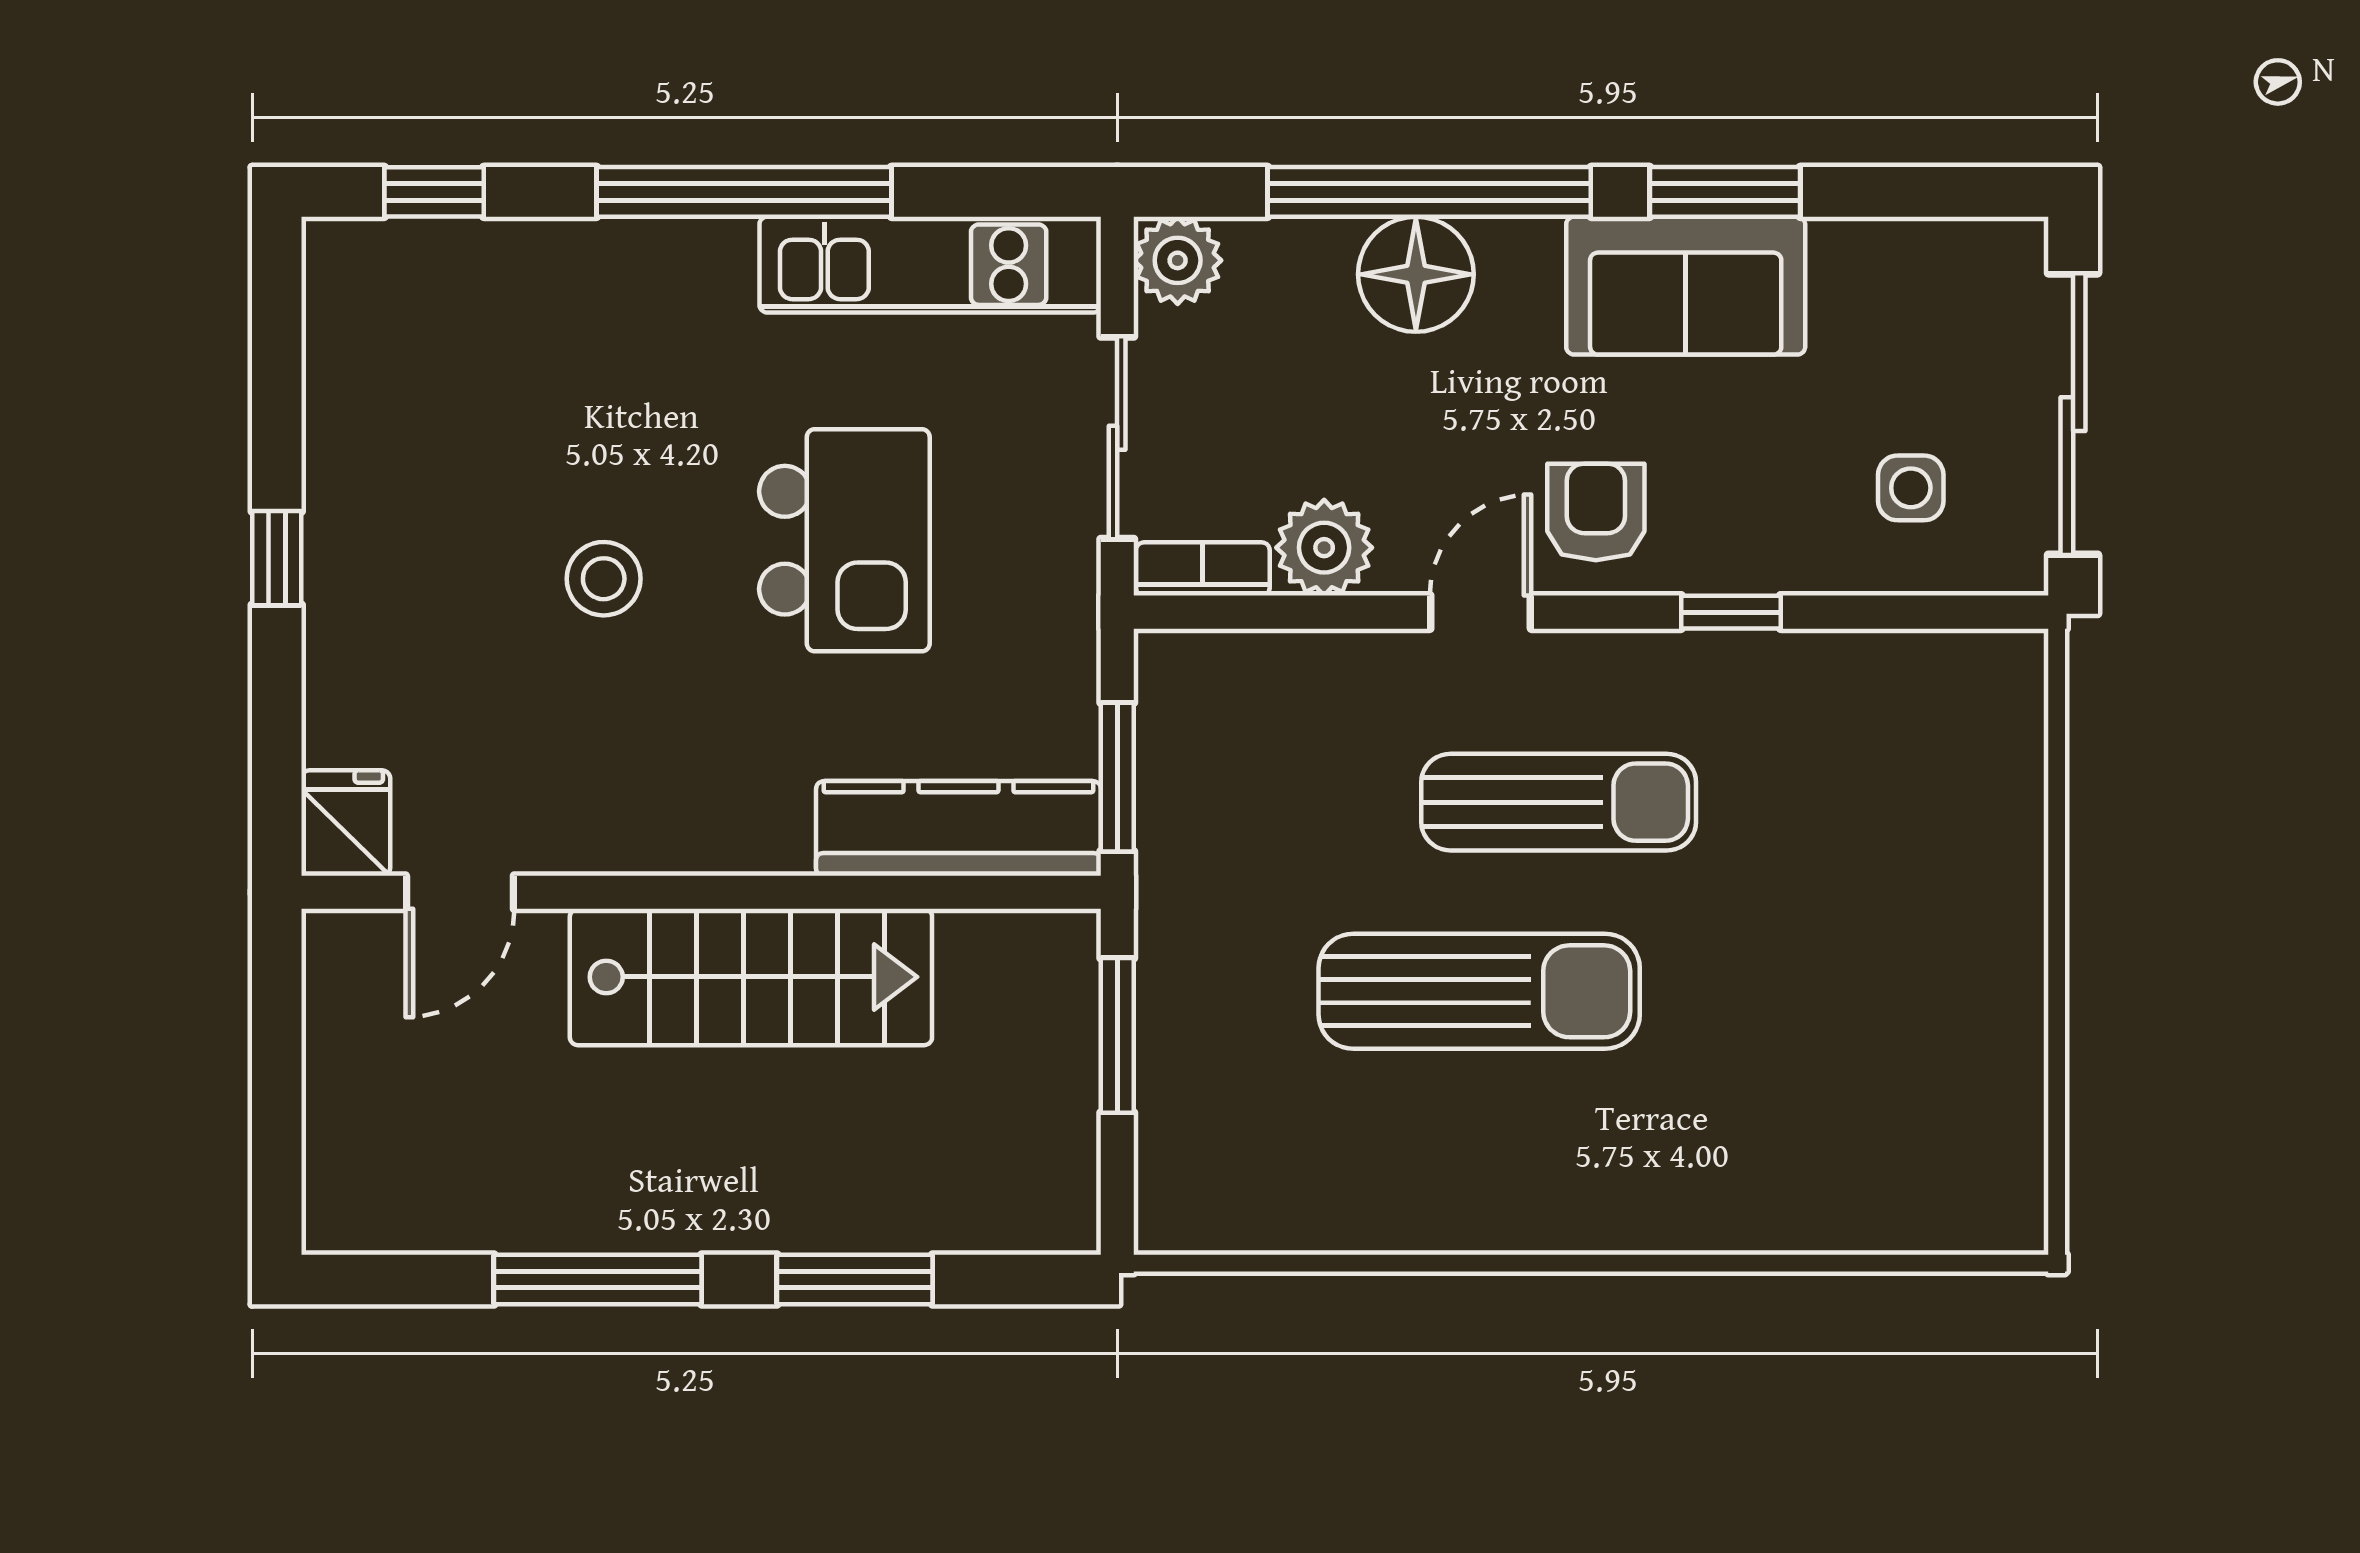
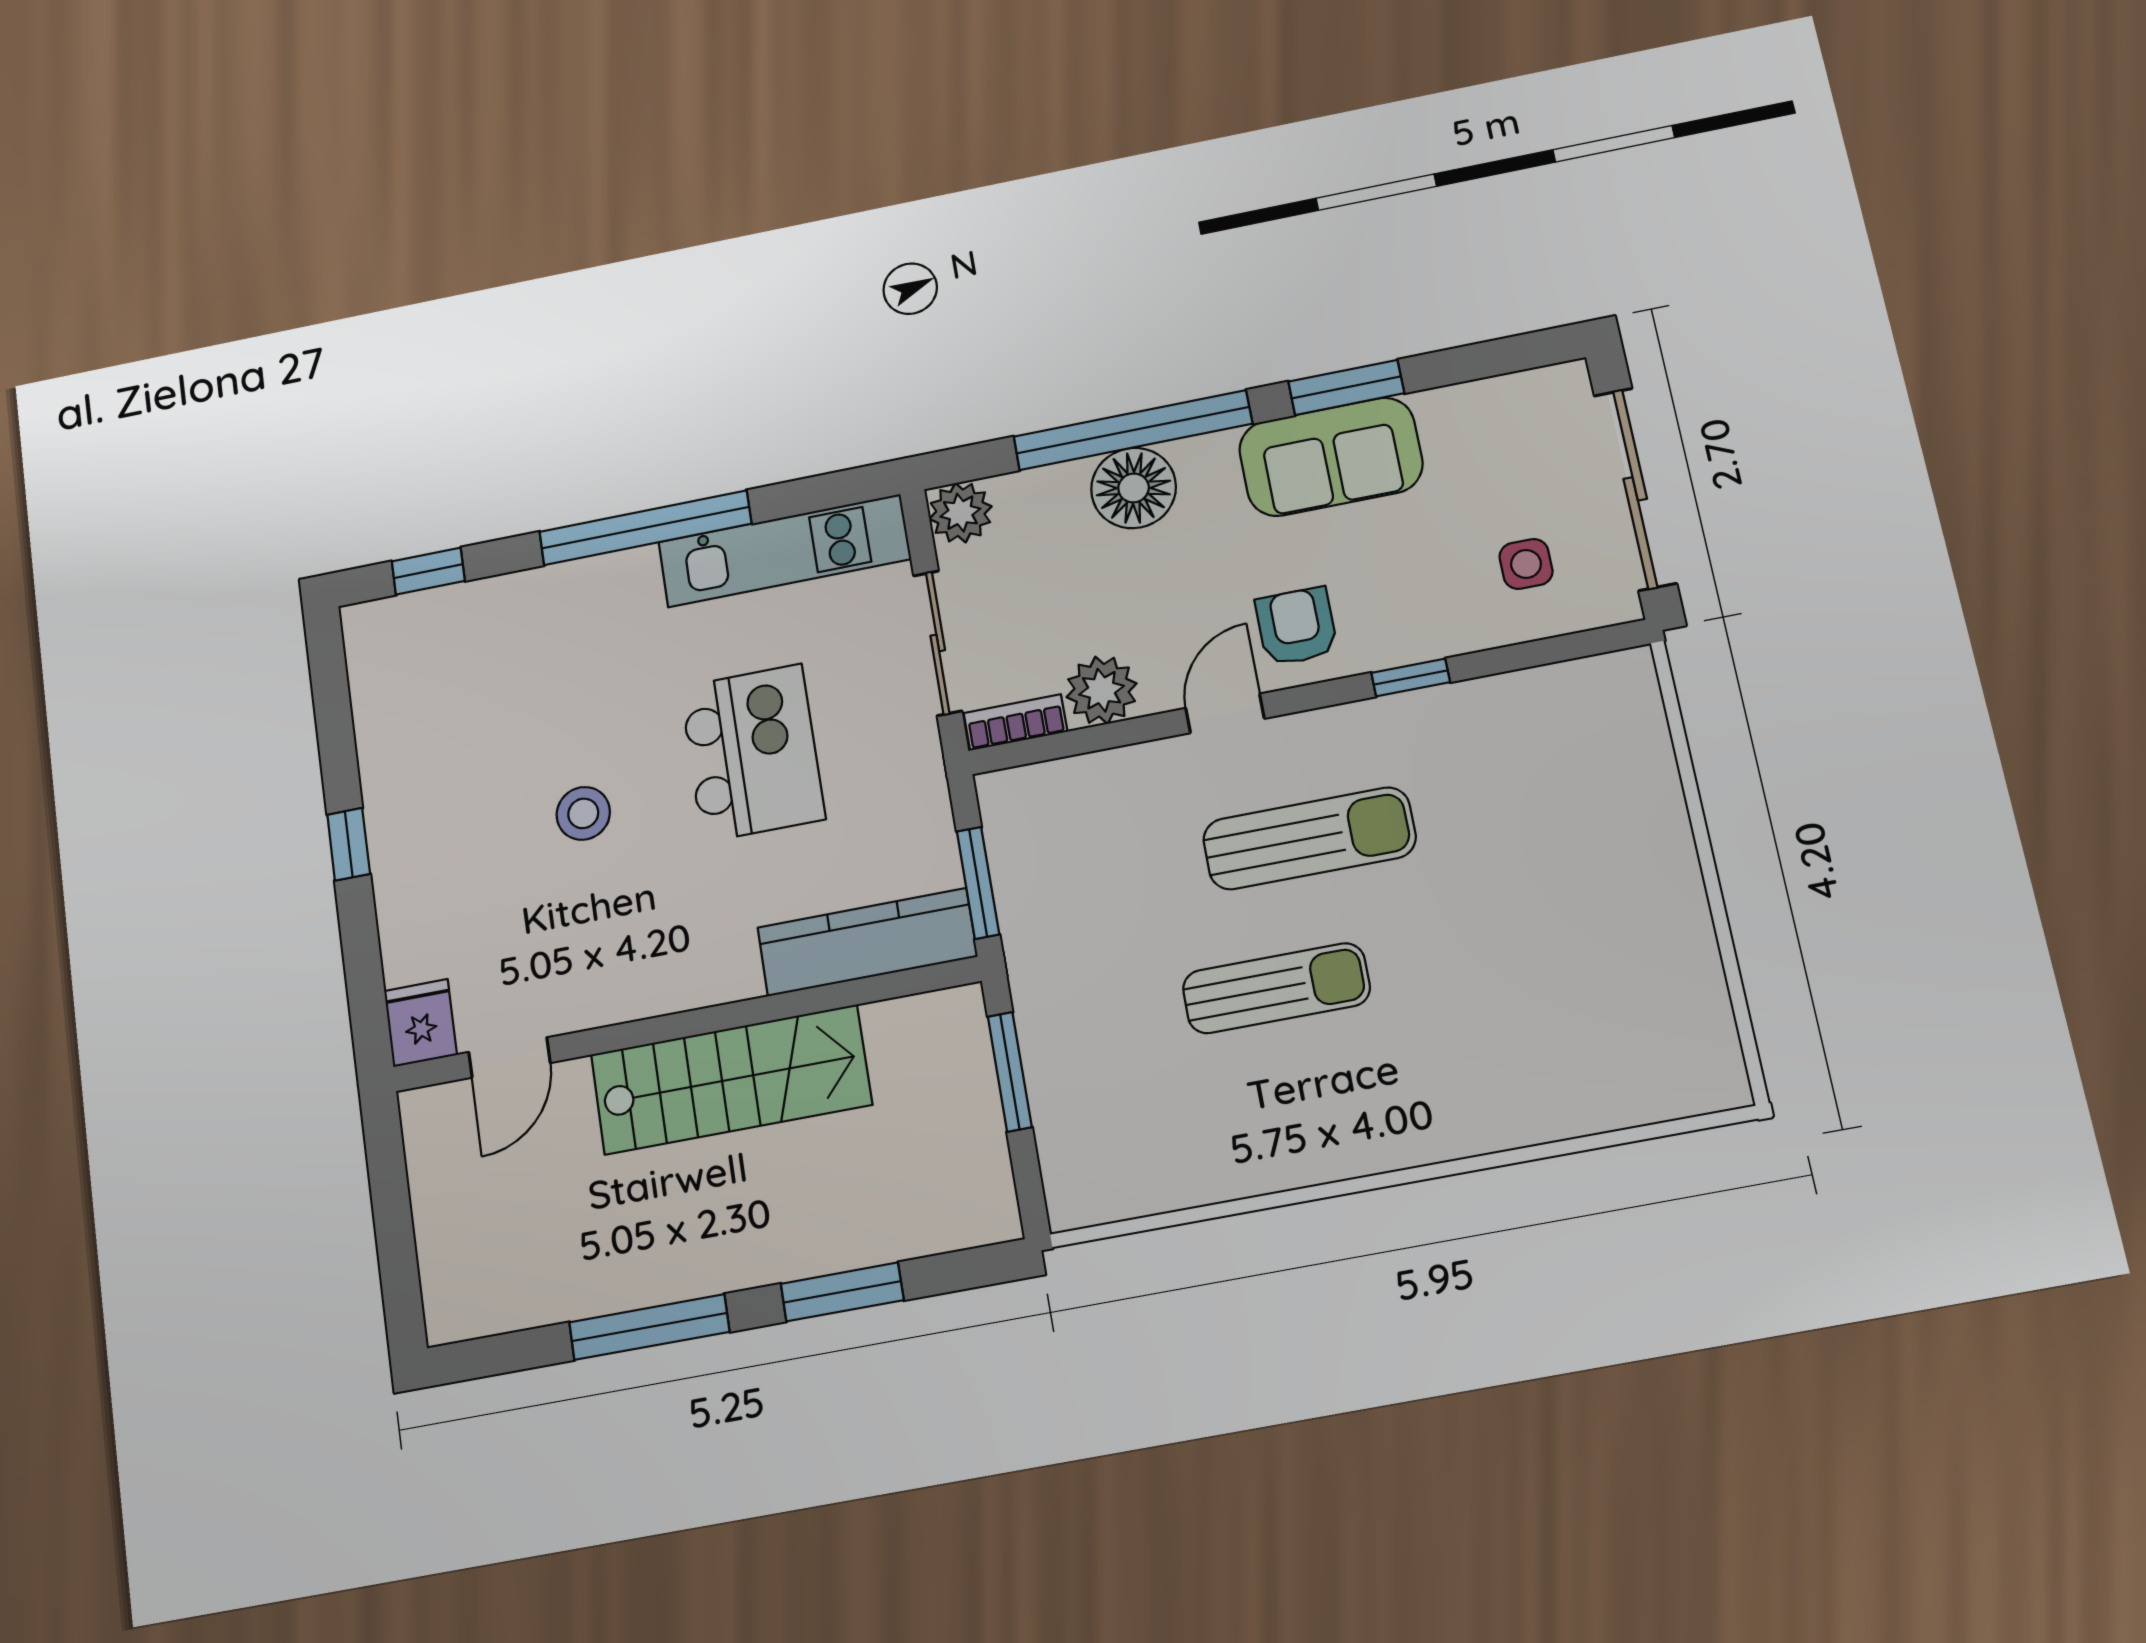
sun lounger: (1479, 991) -> (1276, 988), width x0.73, depth x0.75

